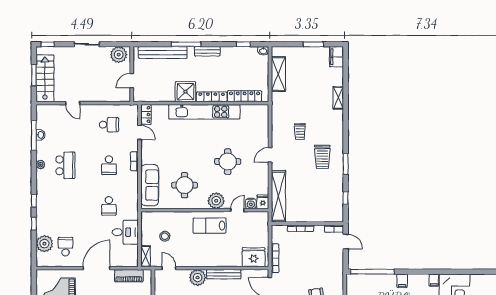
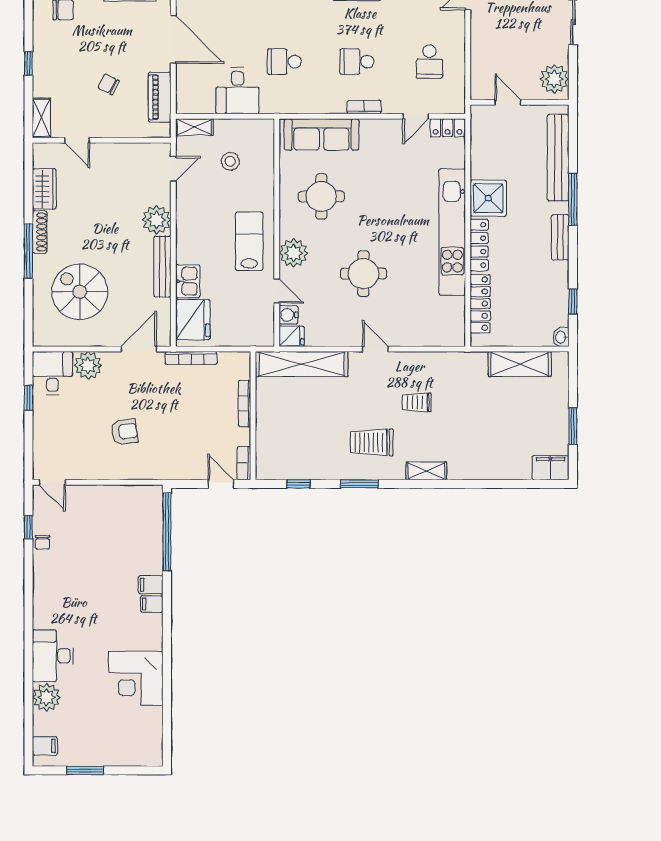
shelving: (338, 98) -> (426, 471), moved
door: (346, 242) -> (221, 484), swing flipped
kitchen sink: (232, 260) -> (188, 281), added
filing cabinet: (434, 280) -> (152, 604), moved

